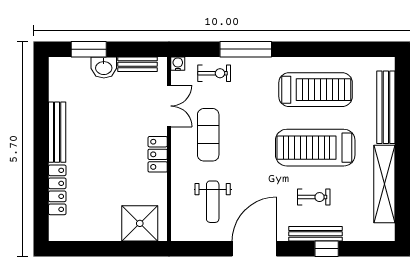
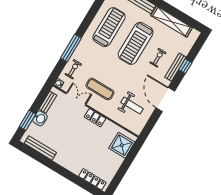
bench: (57, 132) -> (40, 148), moved
locker: (57, 190) -> (92, 179), moved

